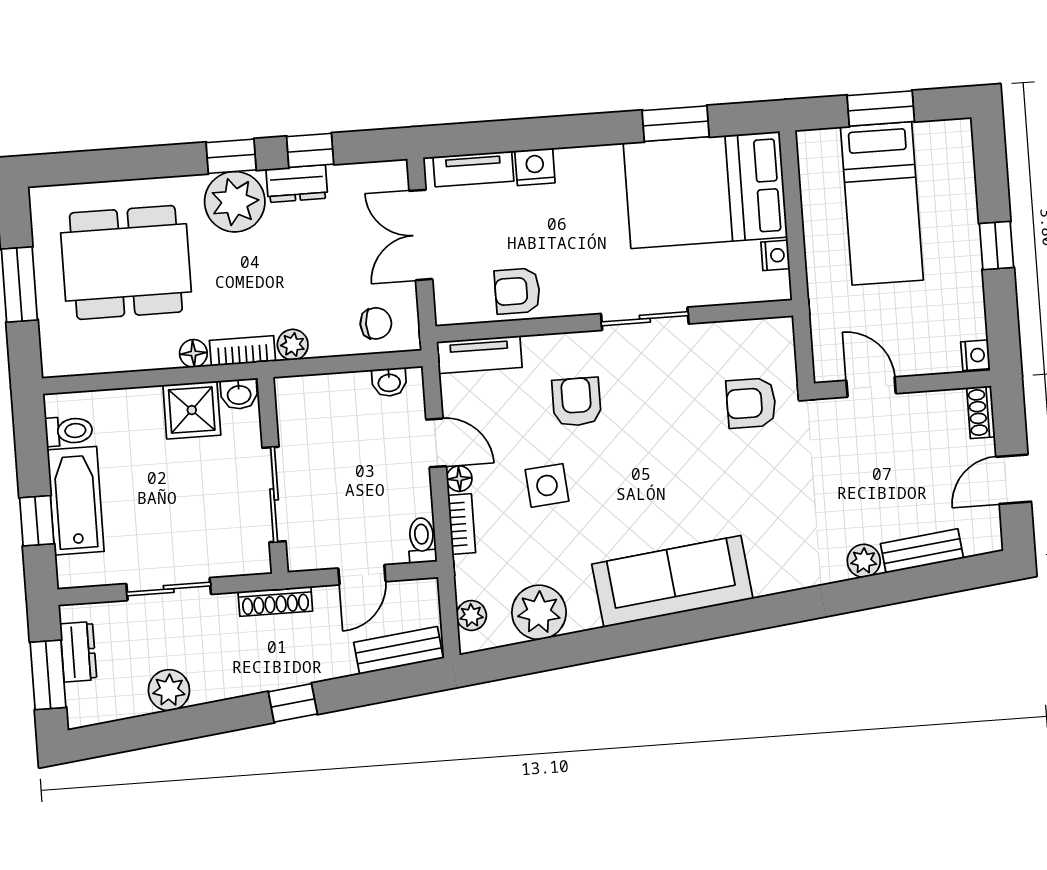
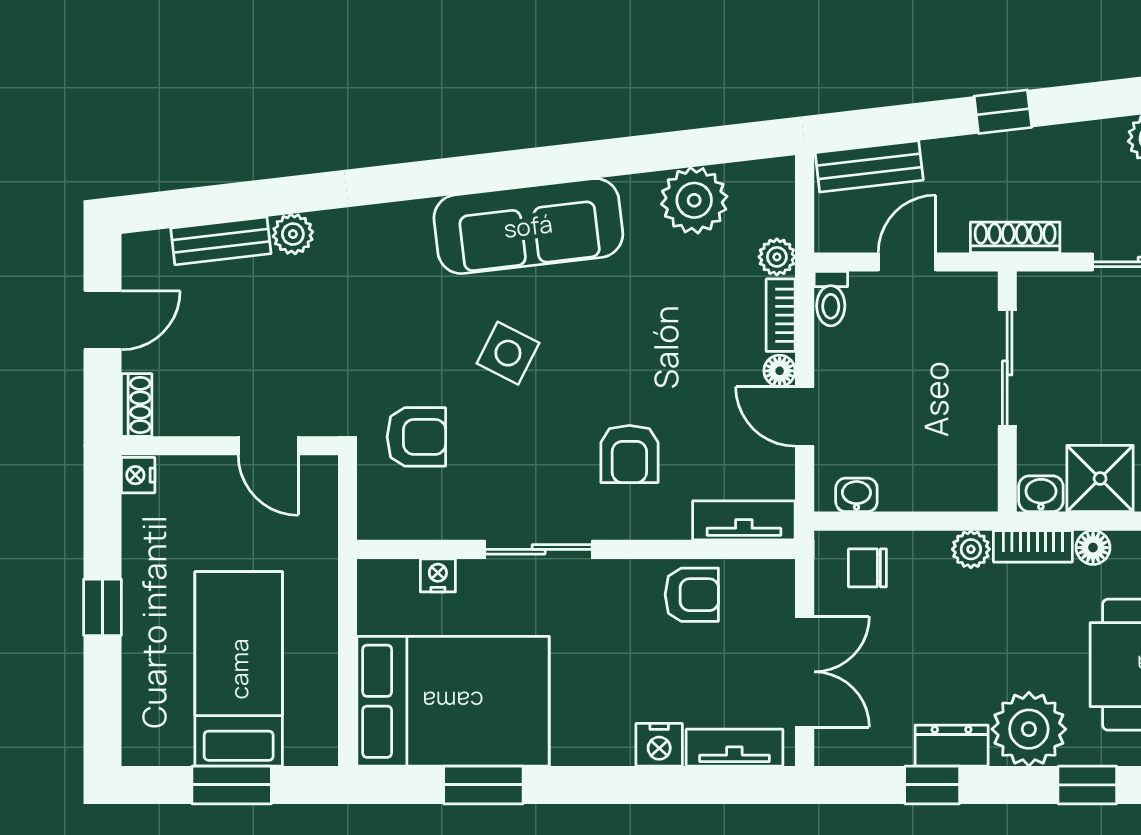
window: (231, 156) -> (1087, 785), moved
nightstand: (775, 255) -> (438, 575), moved, turned 90
side table: (547, 485) -> (508, 353), moved, turned 32
plant: (471, 615) -> (777, 257), moved

